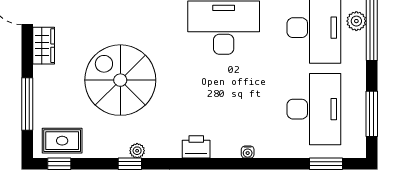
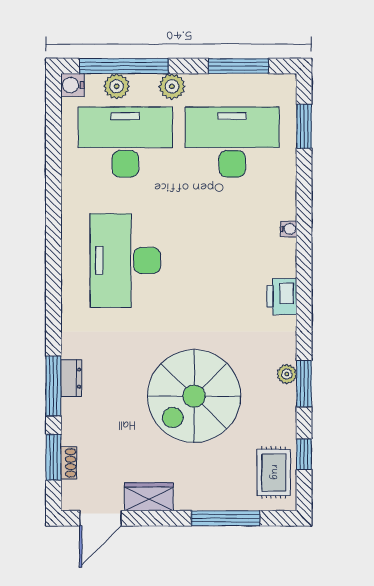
plant: (356, 63) -> (172, 86), added
window: (59, 164) -> (304, 454), moved
window: (130, 164) -> (304, 384), width x1.50

